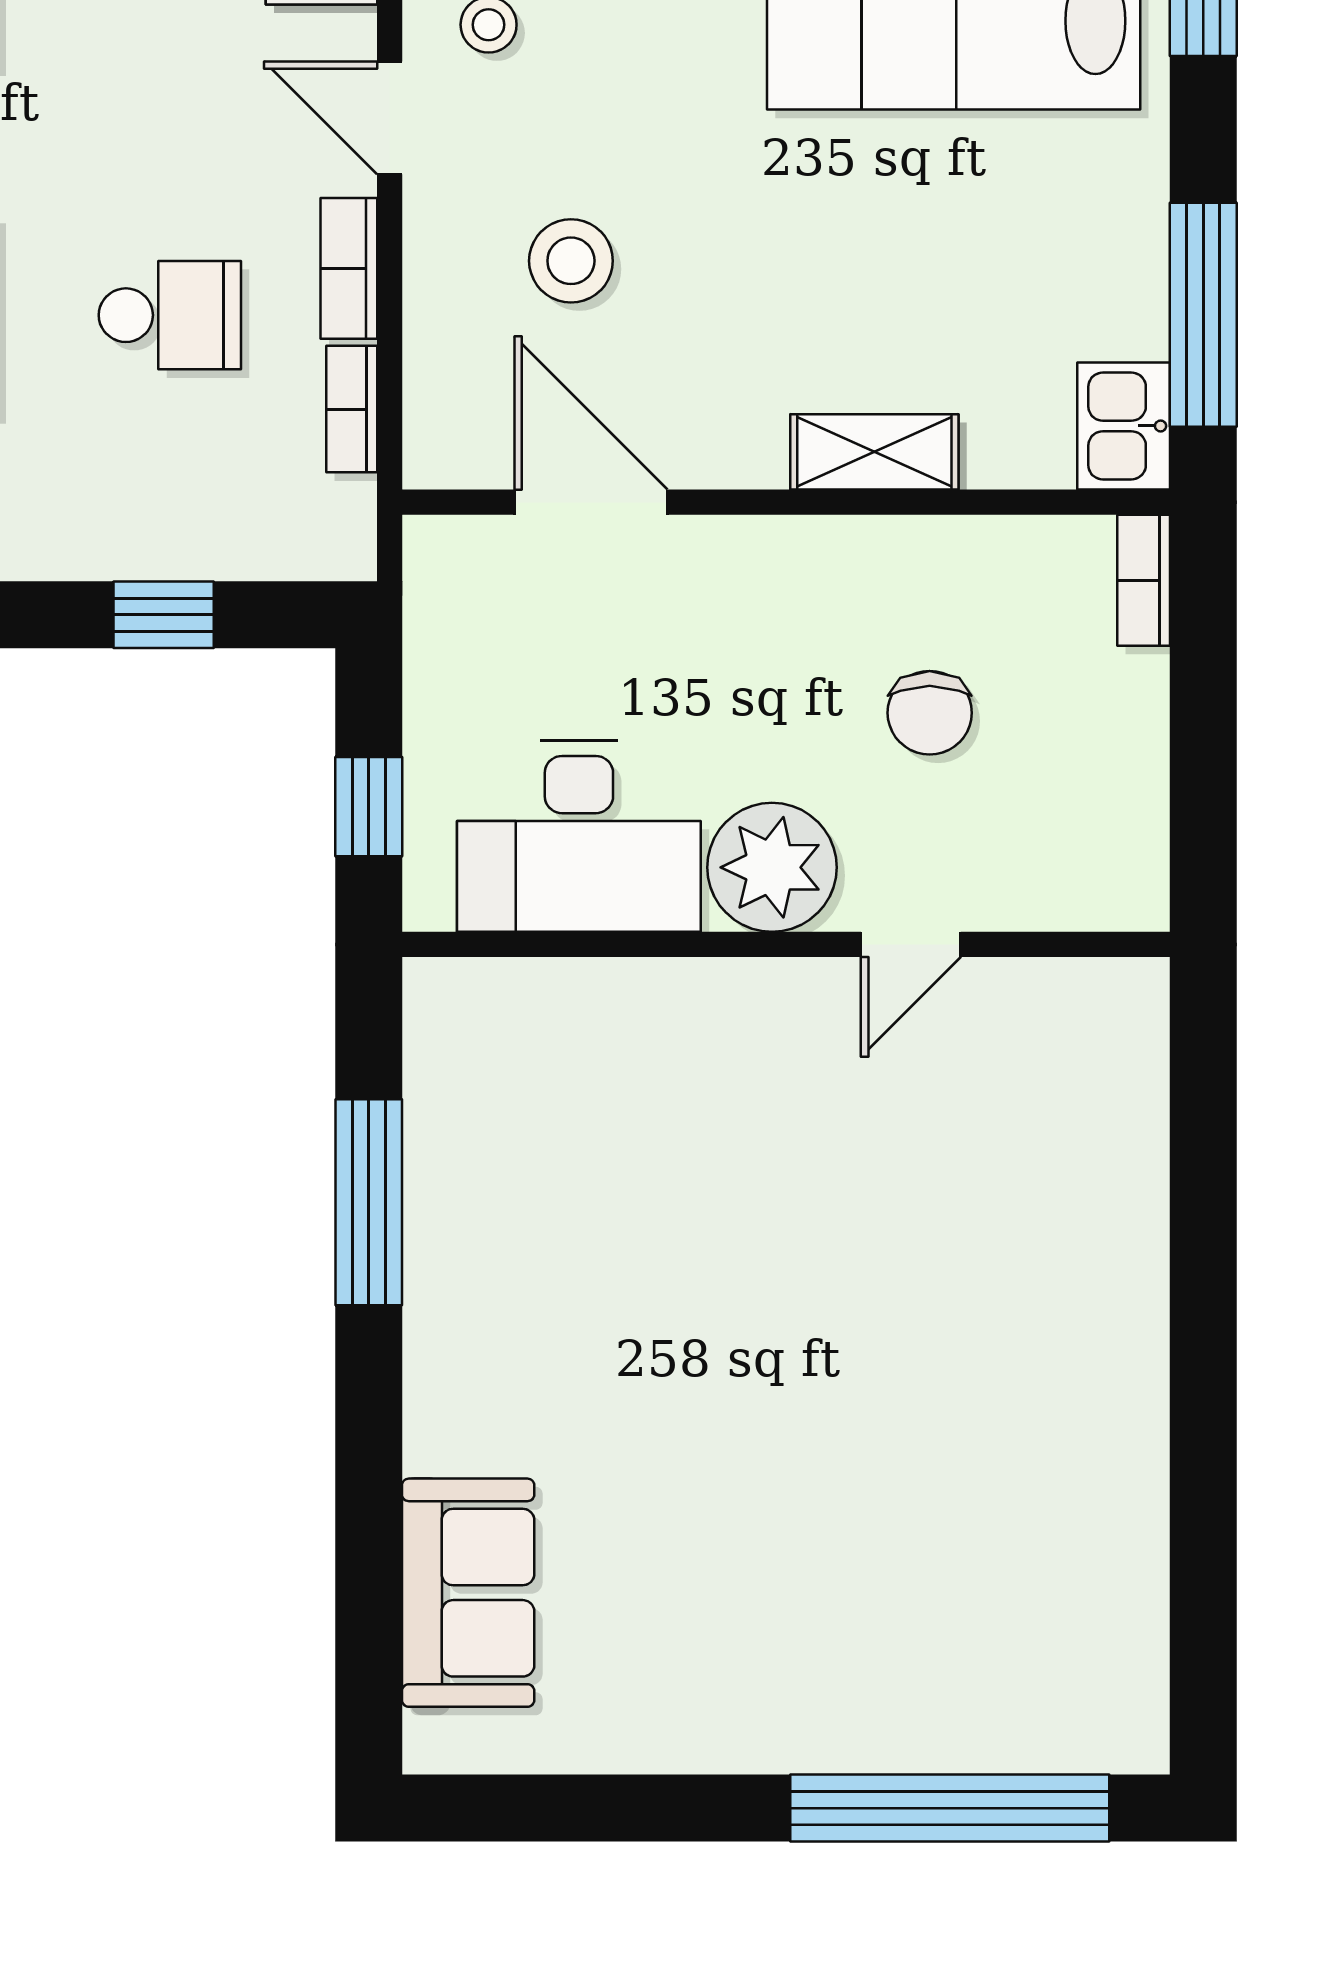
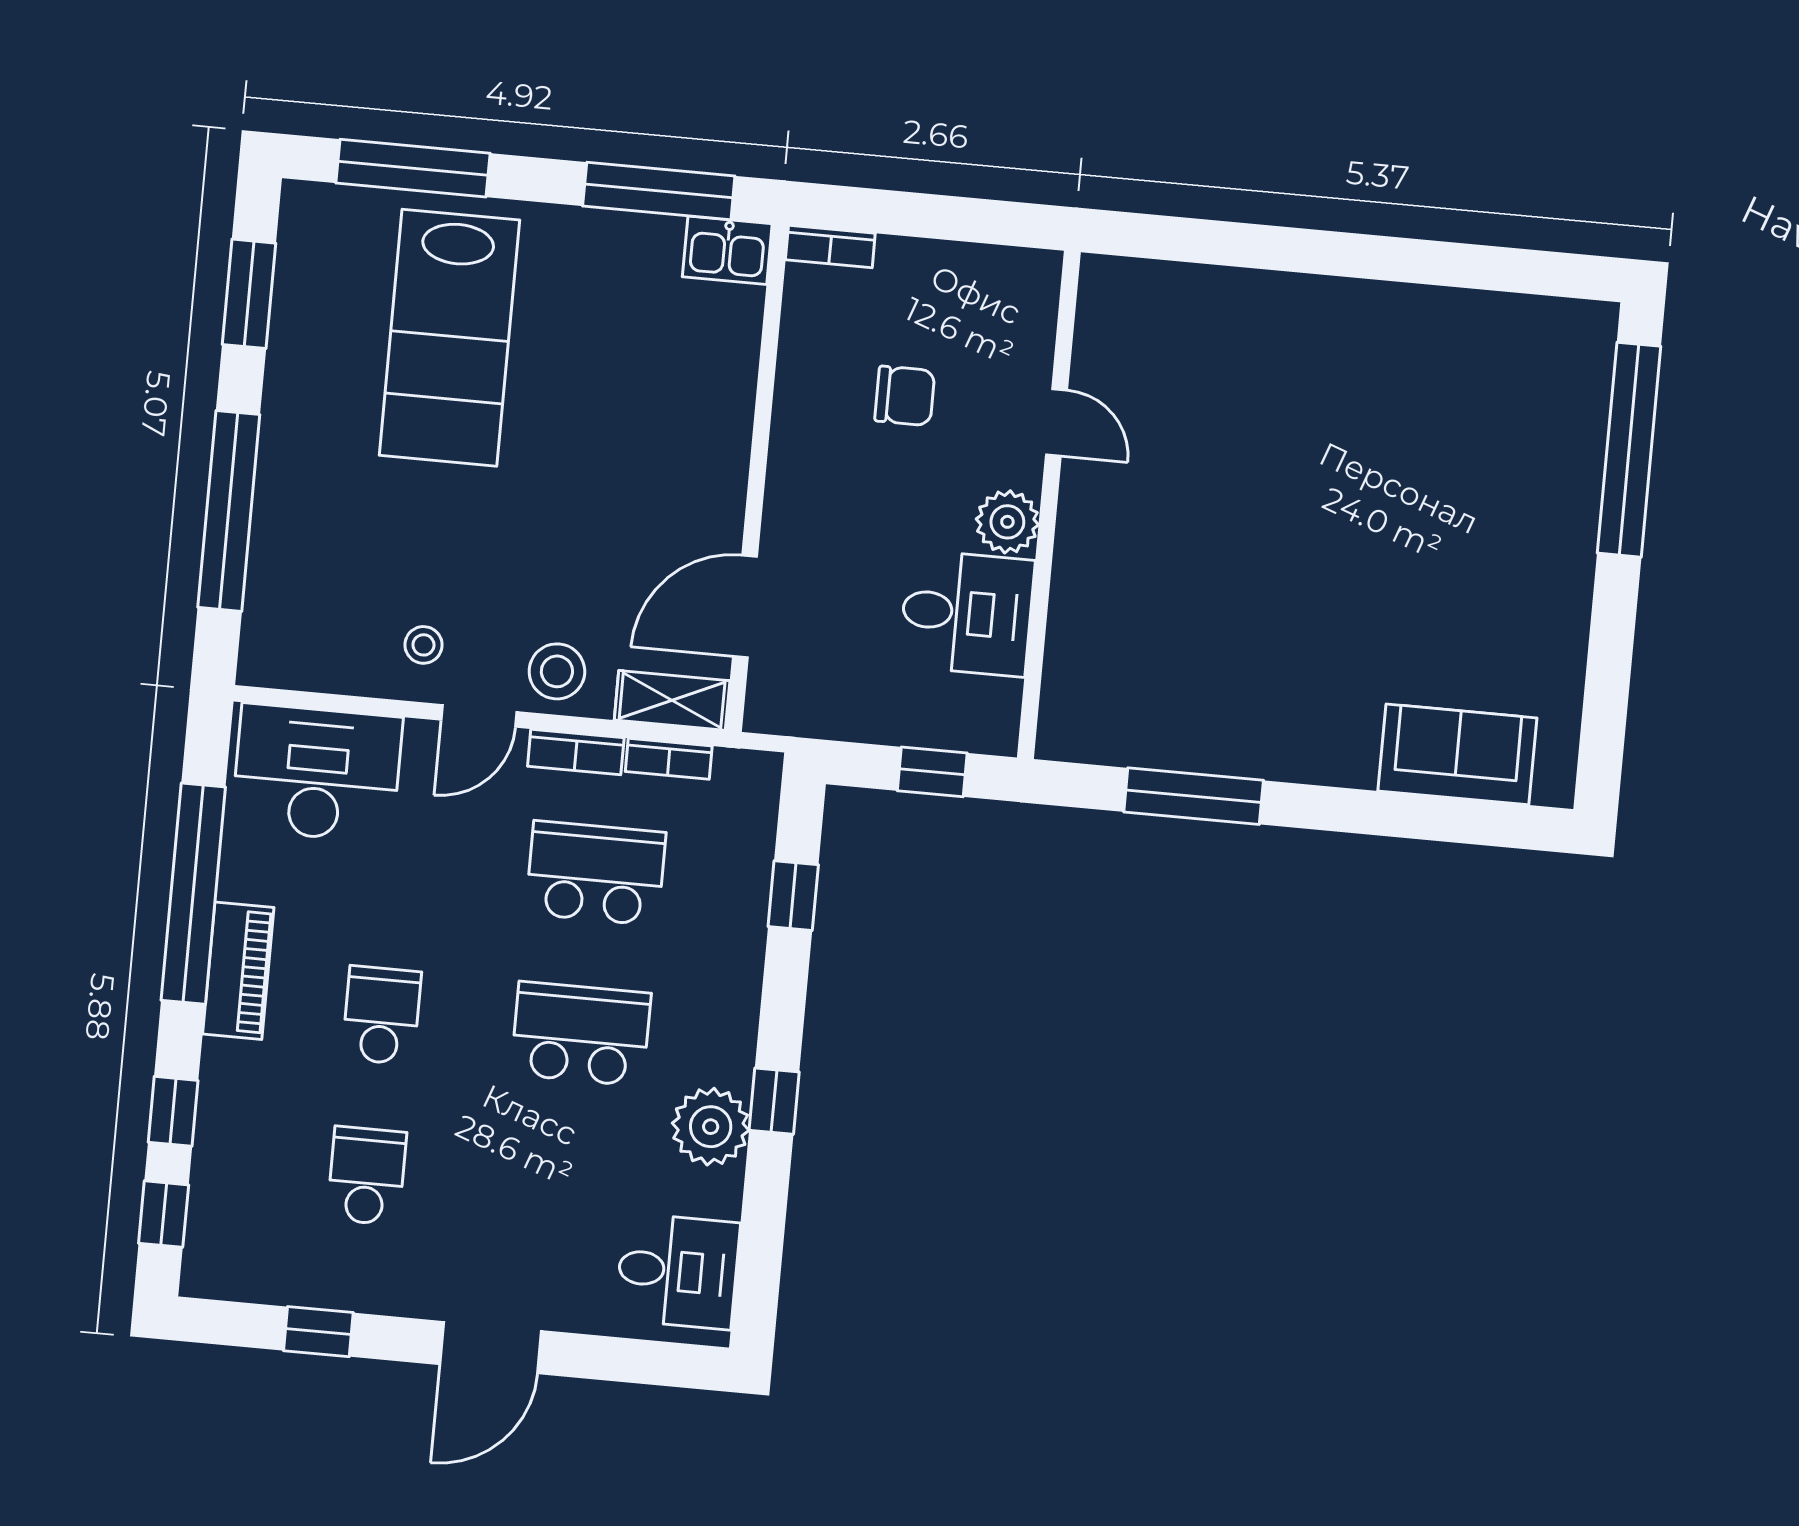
stool: (571, 261) -> (557, 671), moved
school desk: (170, 315) -> (596, 873), width x1.85
shelving: (874, 452) -> (672, 700), moved, turned 90
desk: (579, 836) -> (967, 613), width x0.73
plant: (772, 867) -> (1007, 522), width x0.73, depth x0.73

